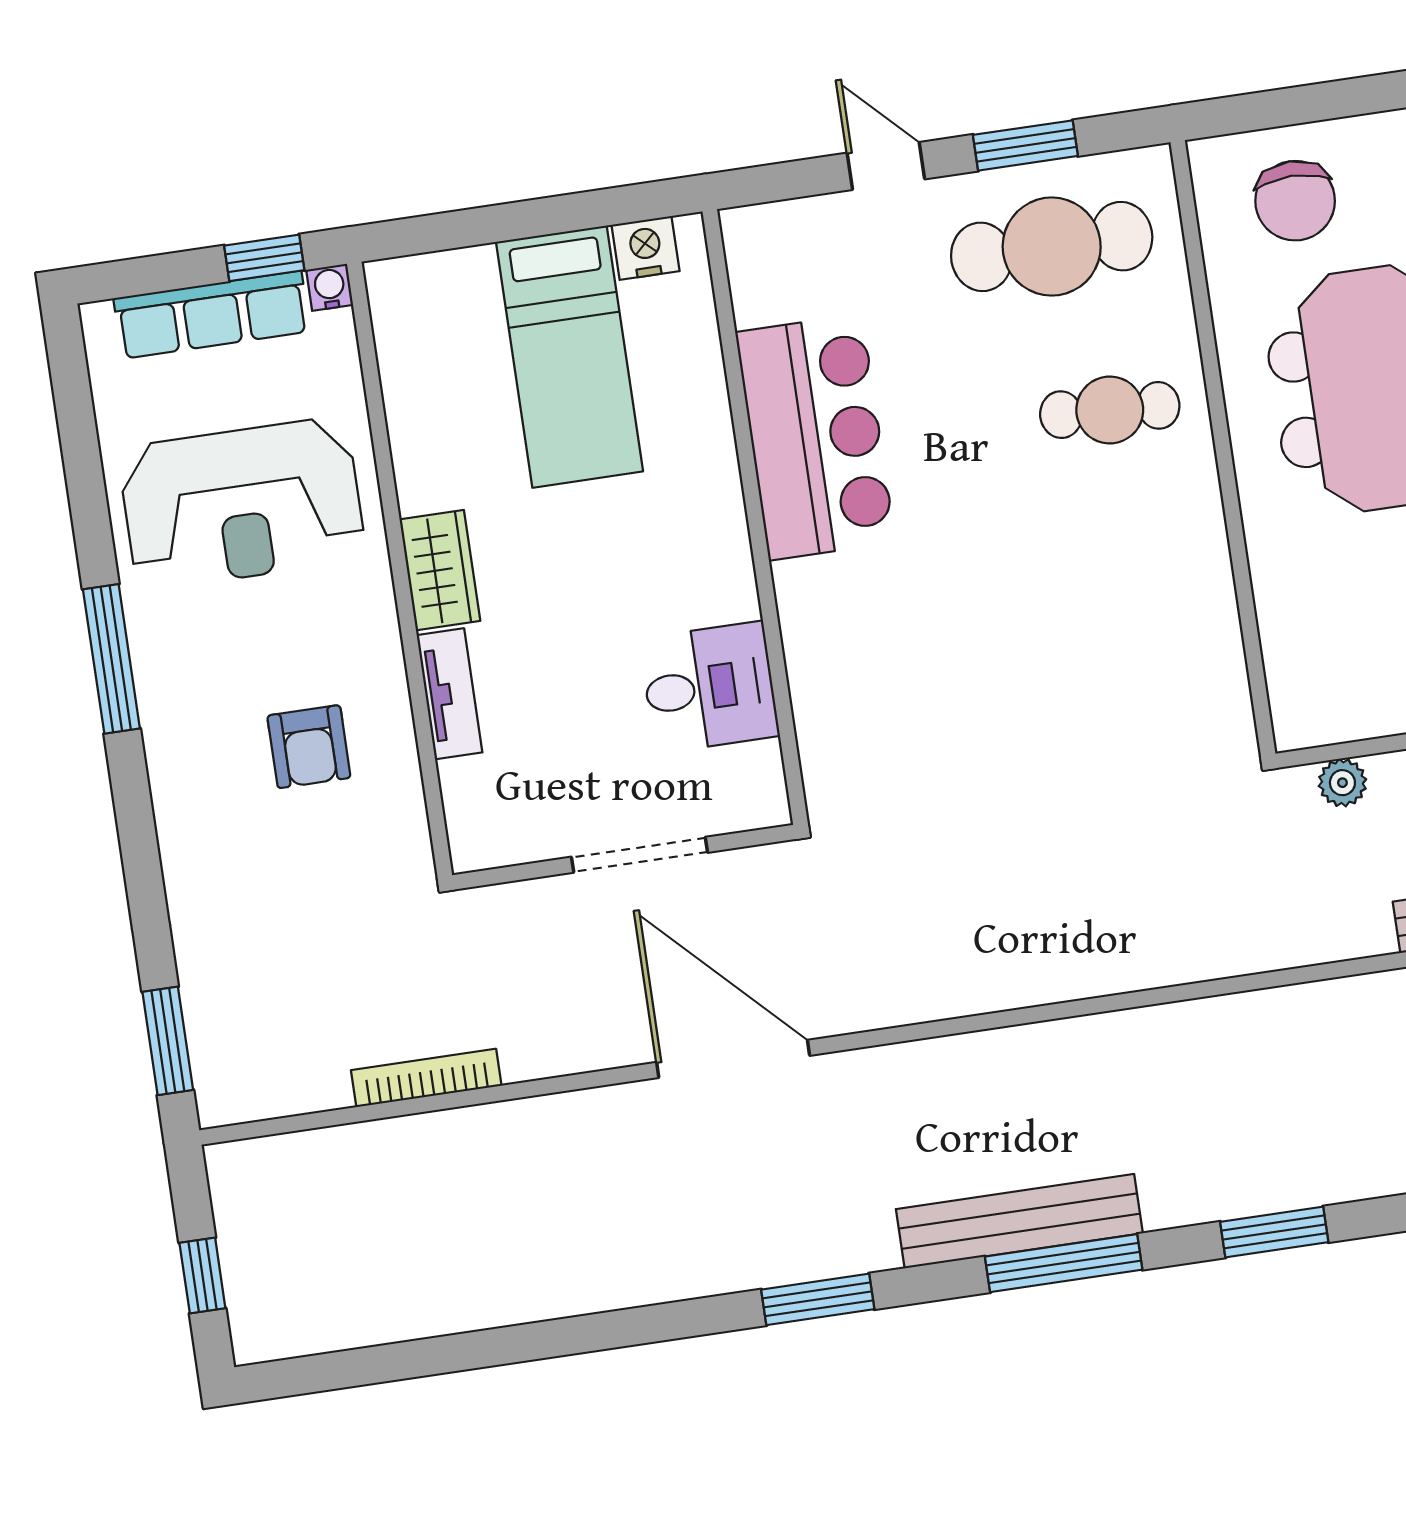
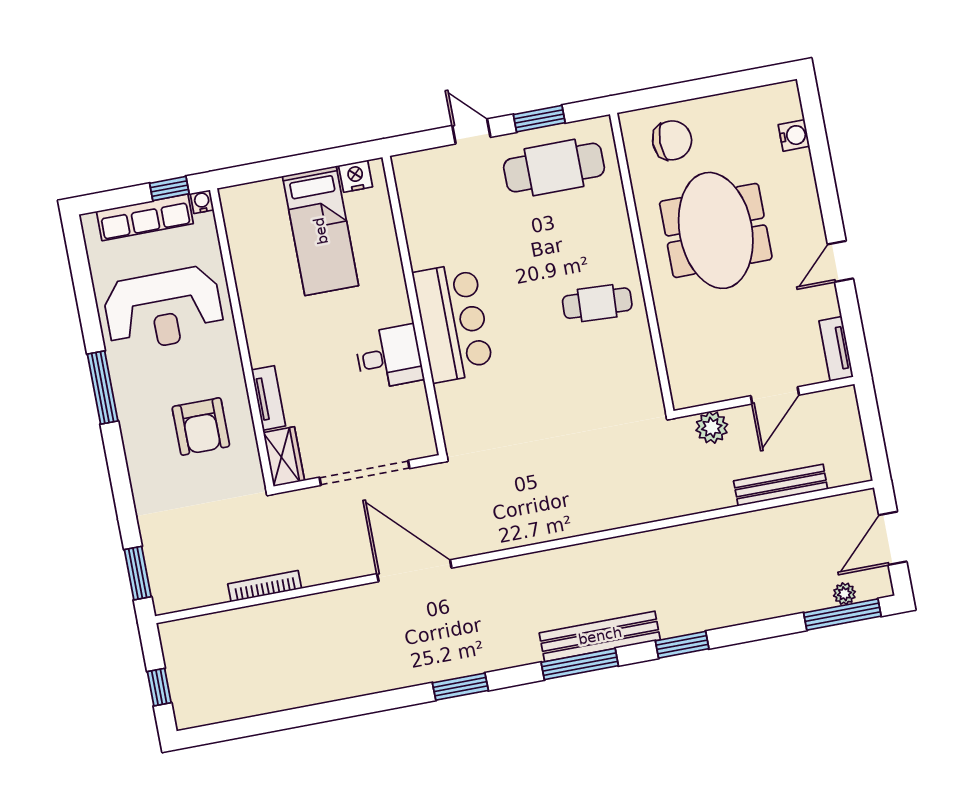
chair: (1295, 201) -> (672, 140), turned -90
cafe table: (1110, 410) -> (597, 303), moved
bar counter: (815, 437) -> (453, 322), moved
wardrobe: (440, 570) -> (284, 457), moved
desk: (709, 687) -> (389, 357), moved
armchair: (309, 747) -> (201, 427), width x1.38, depth x1.38
plant: (1342, 783) -> (712, 427), width x1.38, depth x1.38
doorway: (640, 855) -> (365, 473), width x1.36
bench: (1019, 1221) -> (600, 636), moved

